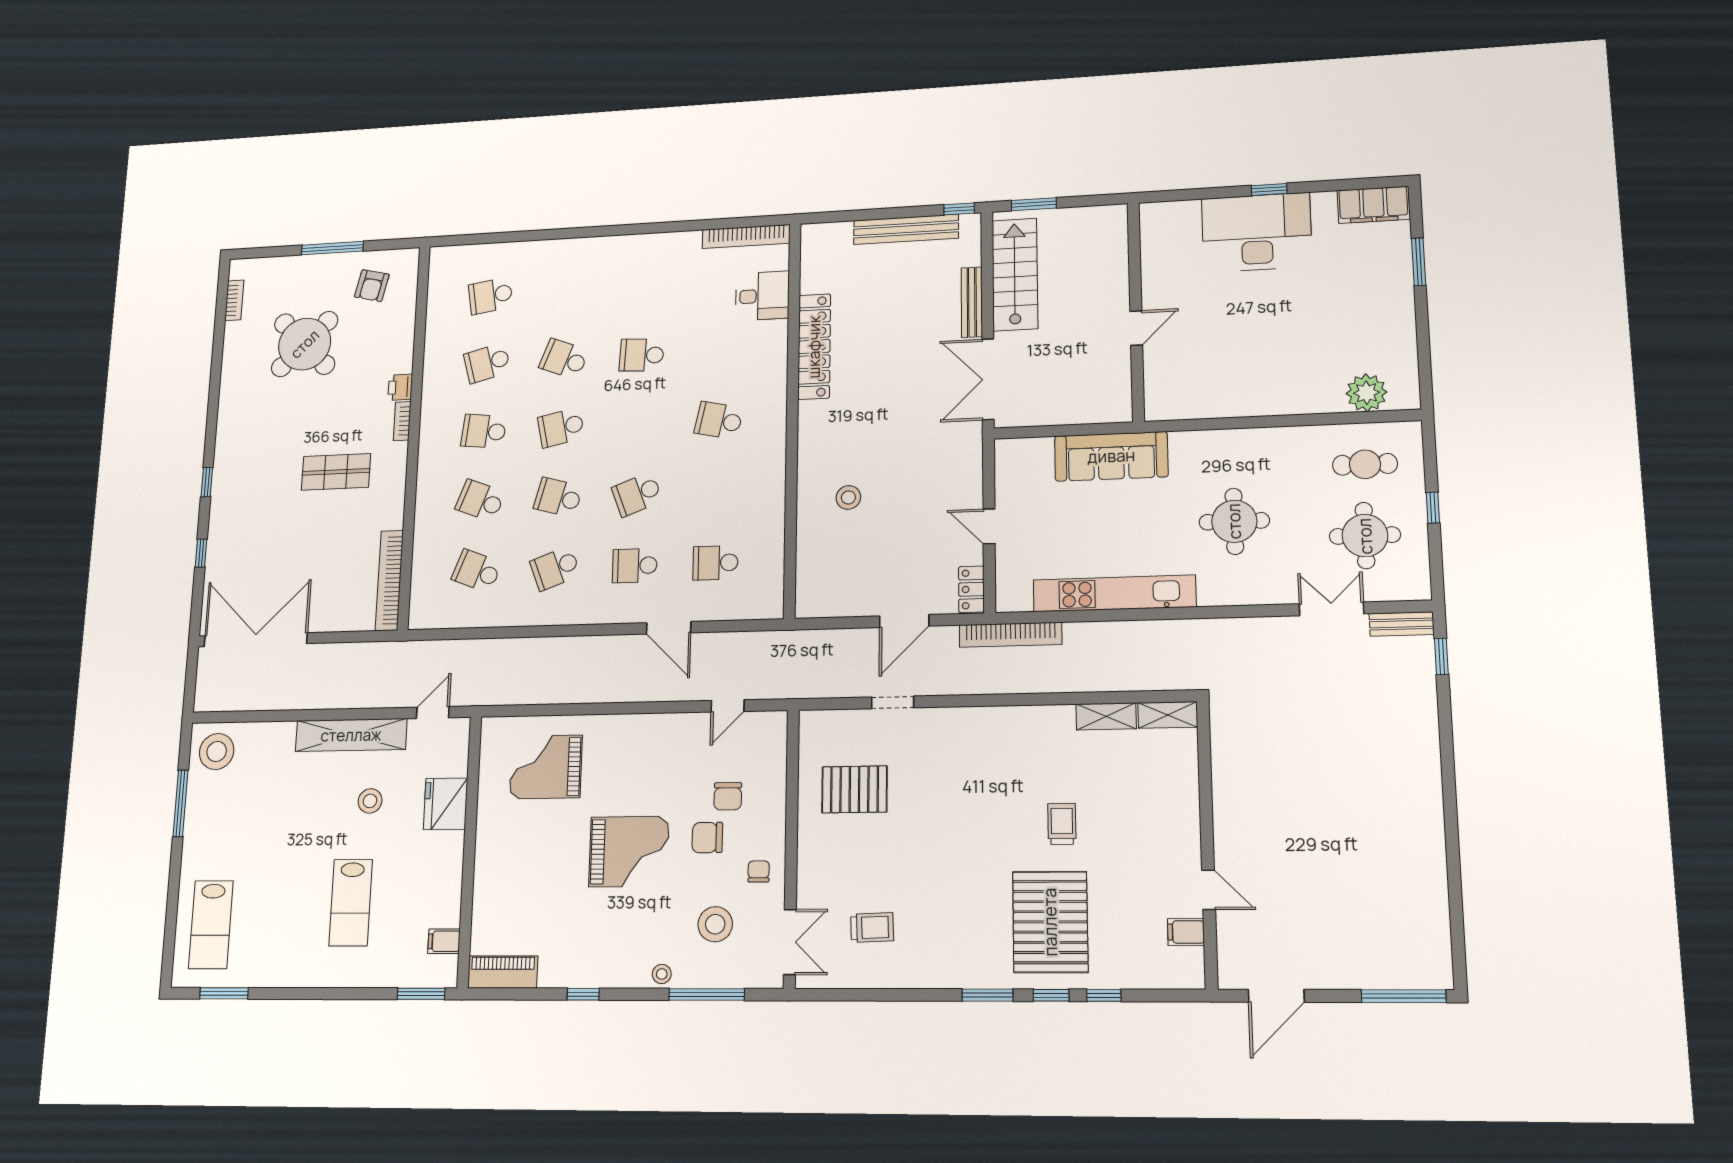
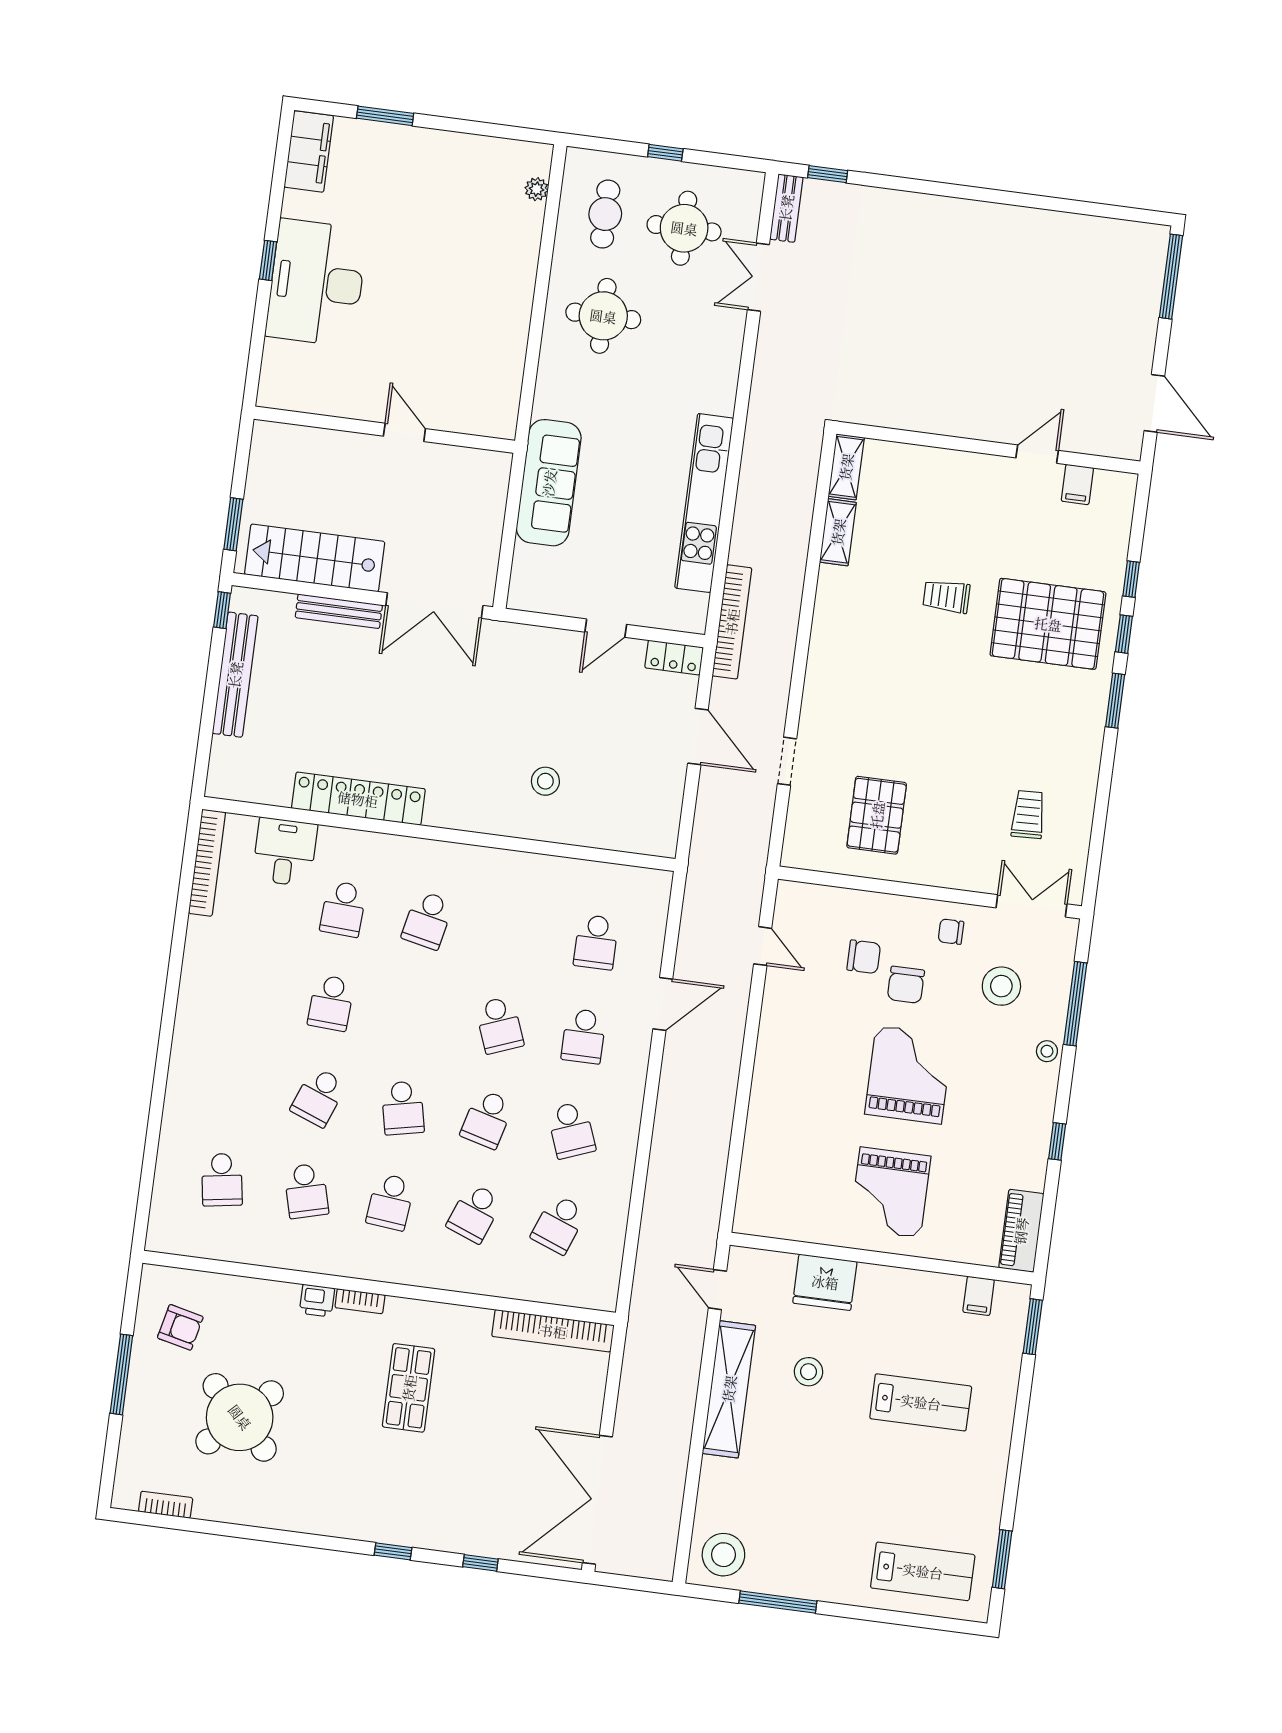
school desk: (720, 351) -> (343, 909), added
plant: (1367, 393) -> (537, 189), width x0.53, depth x0.53
round table: (1234, 521) -> (603, 316), moved
grand piano: (546, 767) -> (890, 1192), moved

